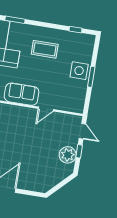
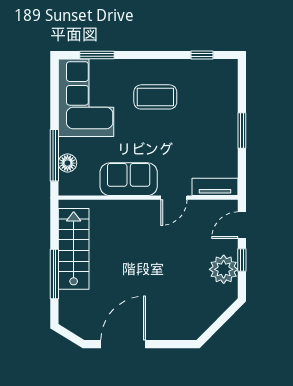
side table: (79, 71) -> (219, 124), removed
tv unit: (71, 107) -> (215, 187), added
door: (82, 131) -> (242, 225), swing flipped

